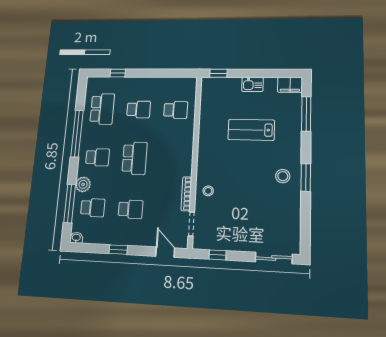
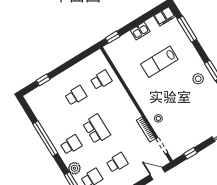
school desk: (102, 109) -> (50, 111), removed

